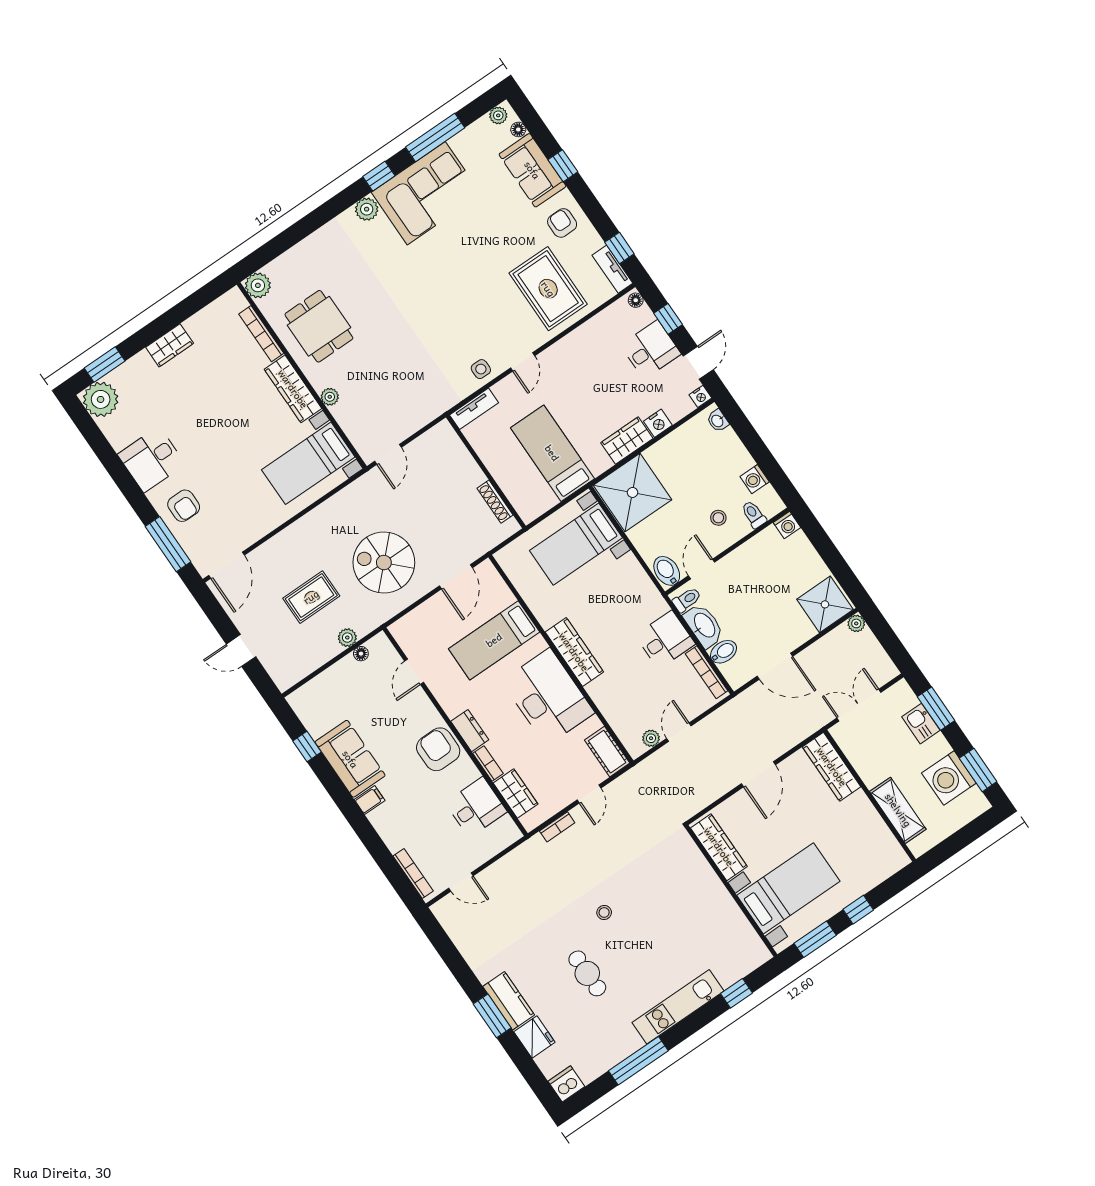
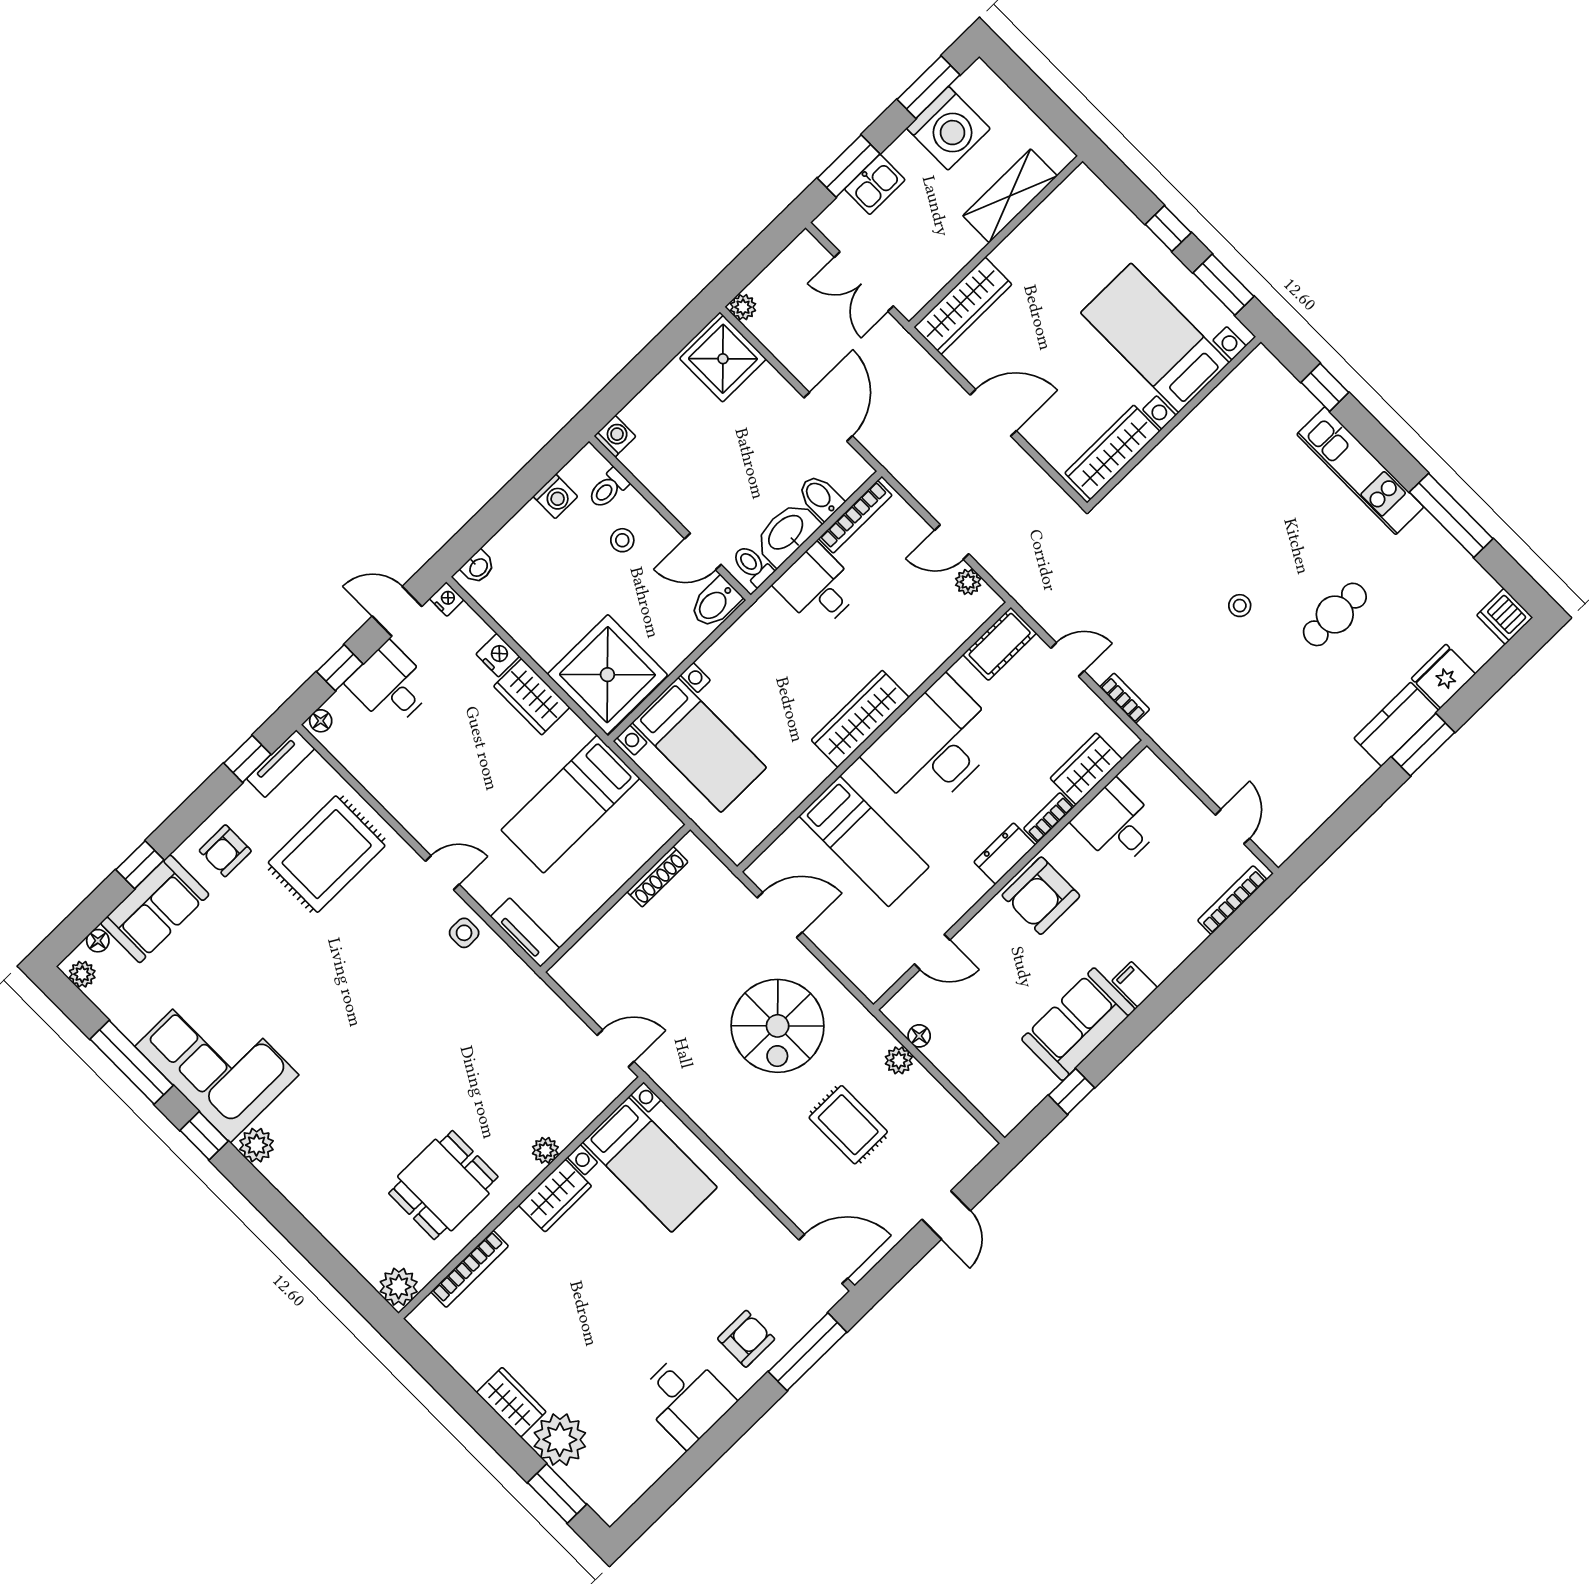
wardrobe: (293, 389) -> (555, 1196), width x0.67
plant: (101, 399) -> (560, 1440), moved

